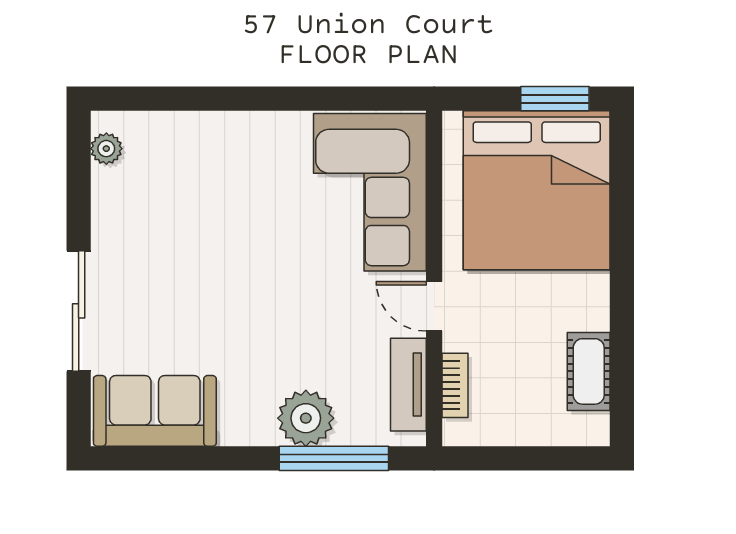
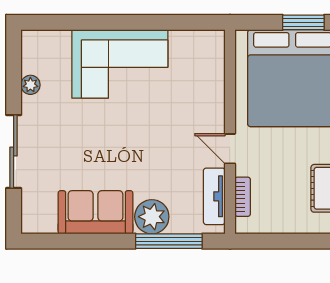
plant: (106, 149) -> (30, 85), moved
corner sofa: (370, 192) -> (120, 64), moved, turned -90
sofa: (155, 411) -> (95, 212), moved

